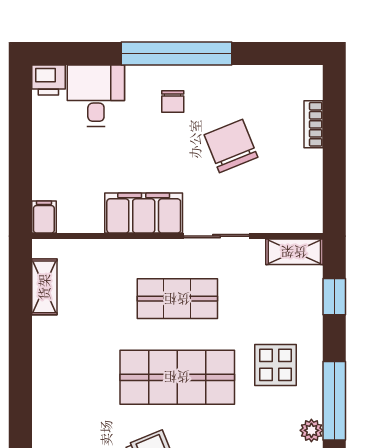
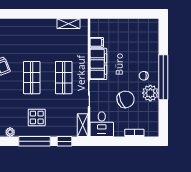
printer: (48, 80) -> (152, 25), removed
plant: (216, 85) -> (150, 93), added
desk: (96, 96) -> (102, 124), moved, turned 90
filing cabinet: (44, 217) -> (97, 42), moved
shop shelf: (177, 377) -> (32, 78), width x0.70, depth x0.74
window: (334, 401) -> (35, 141), moved

